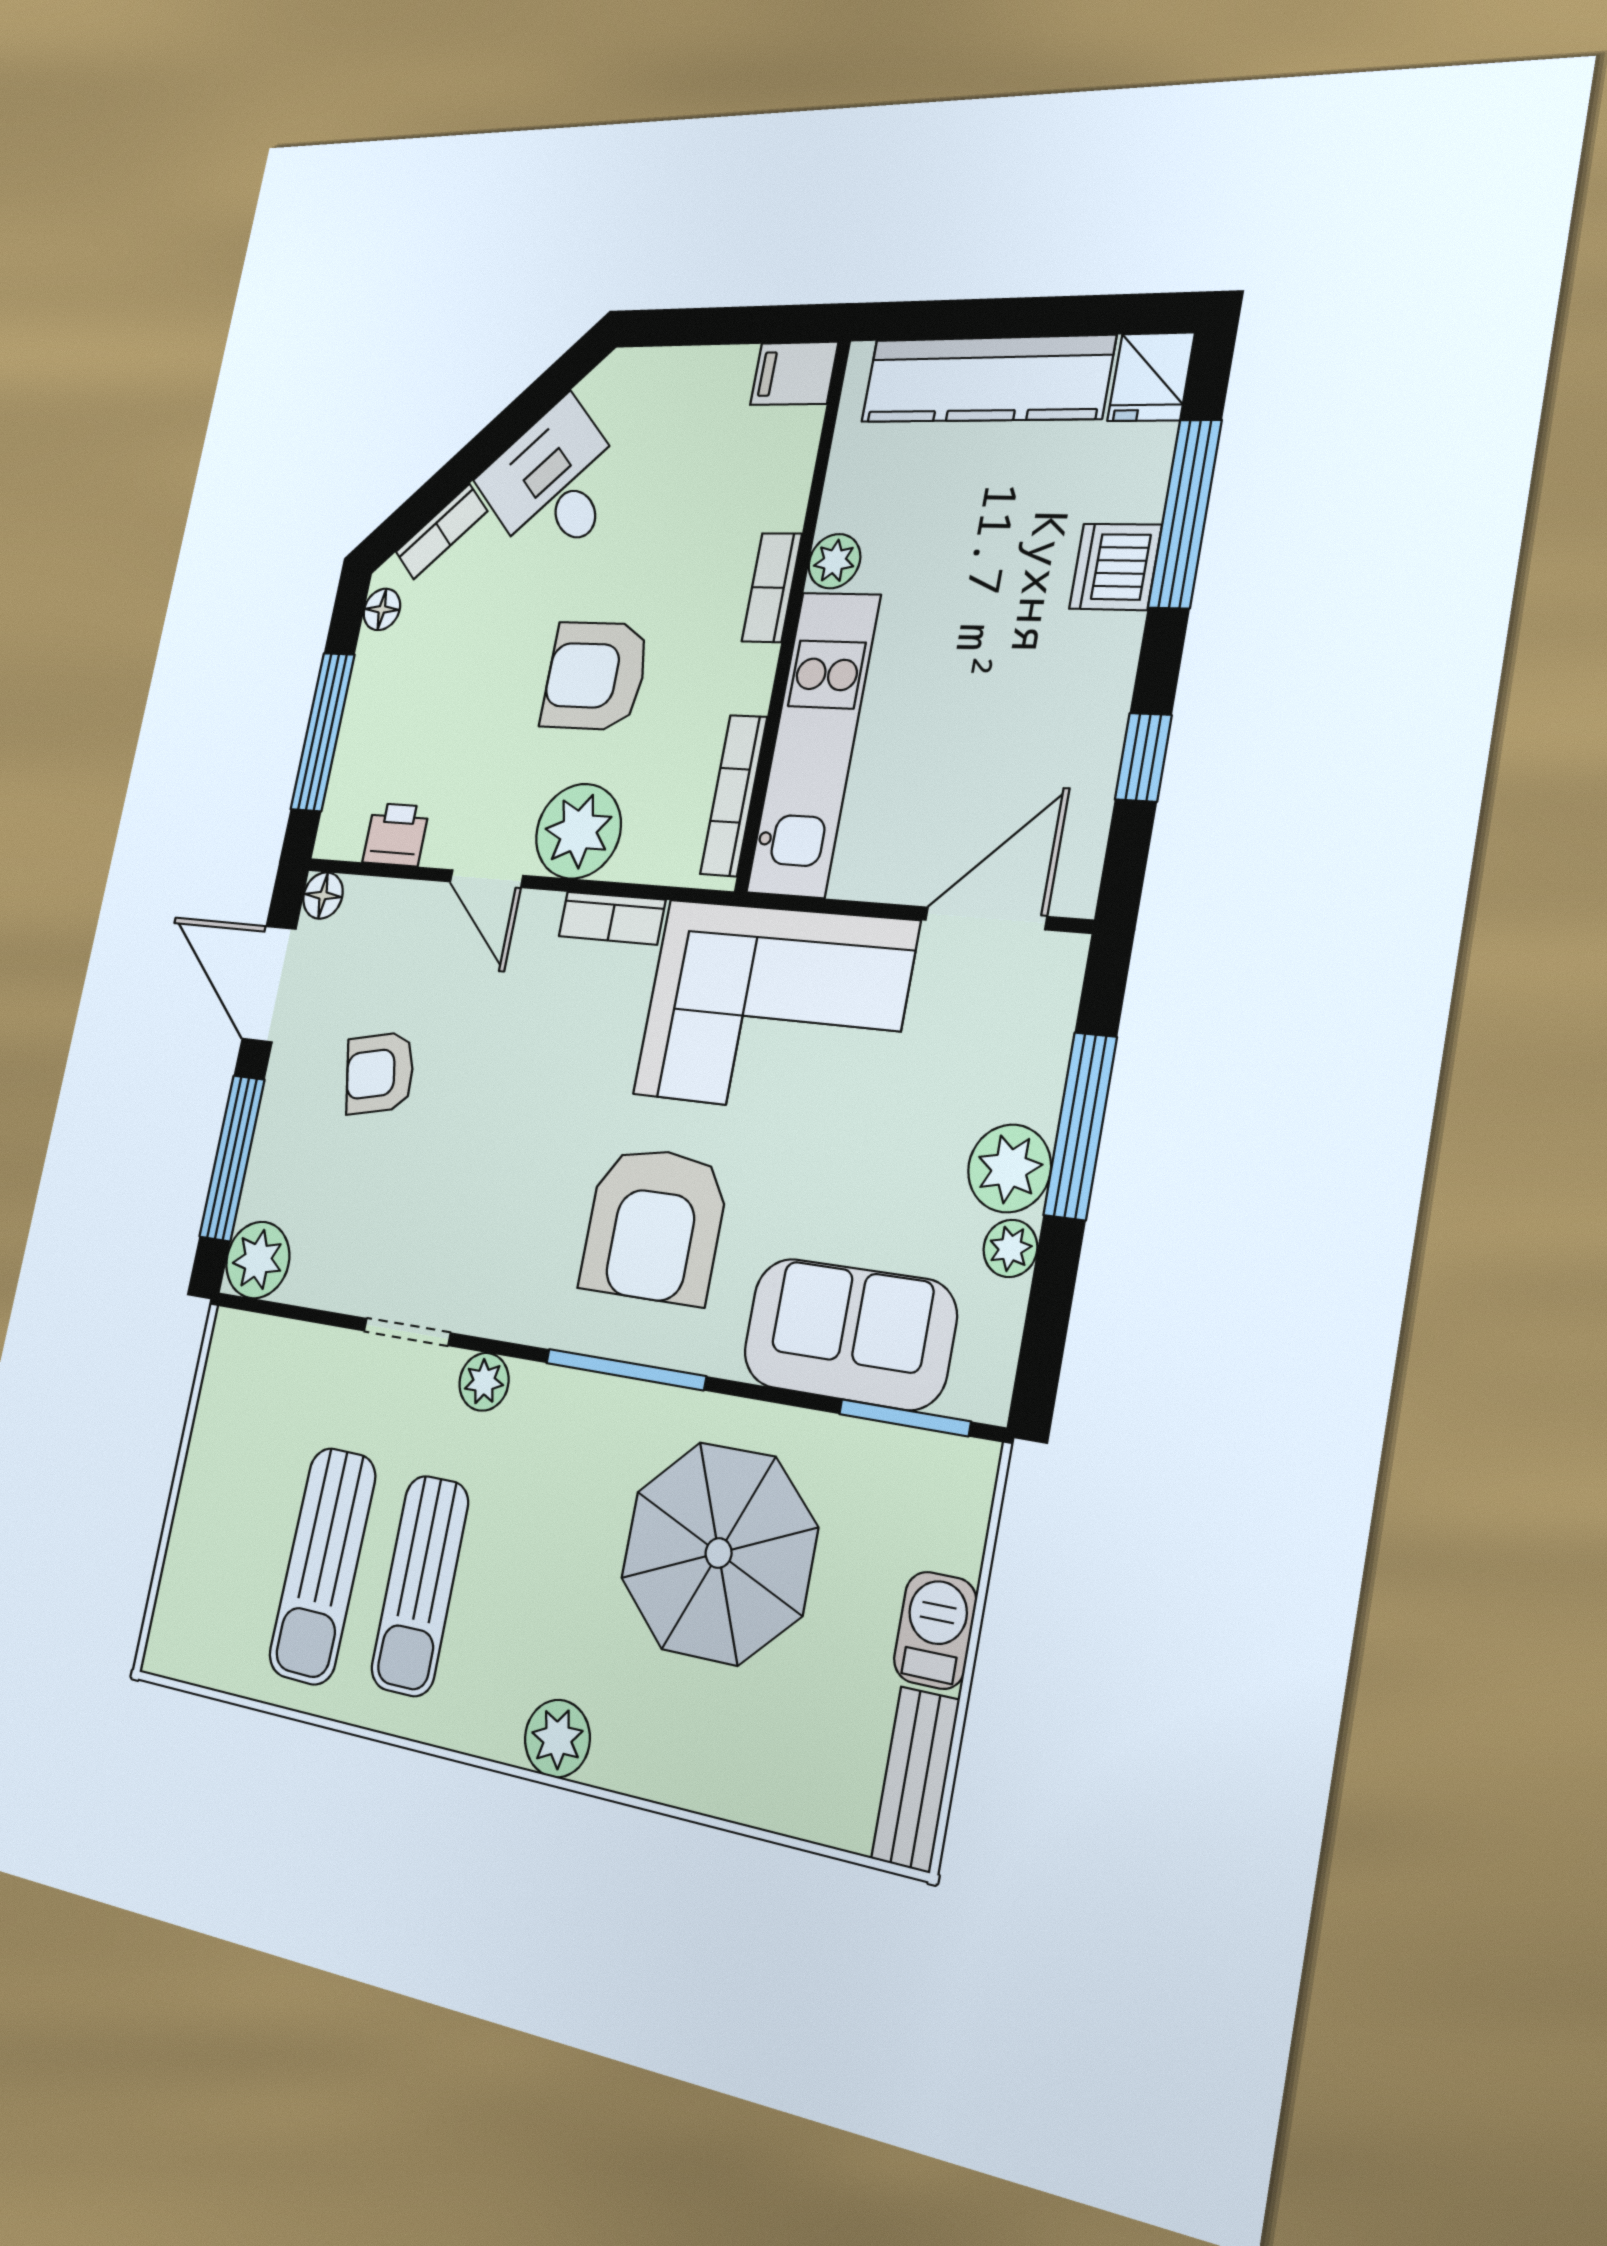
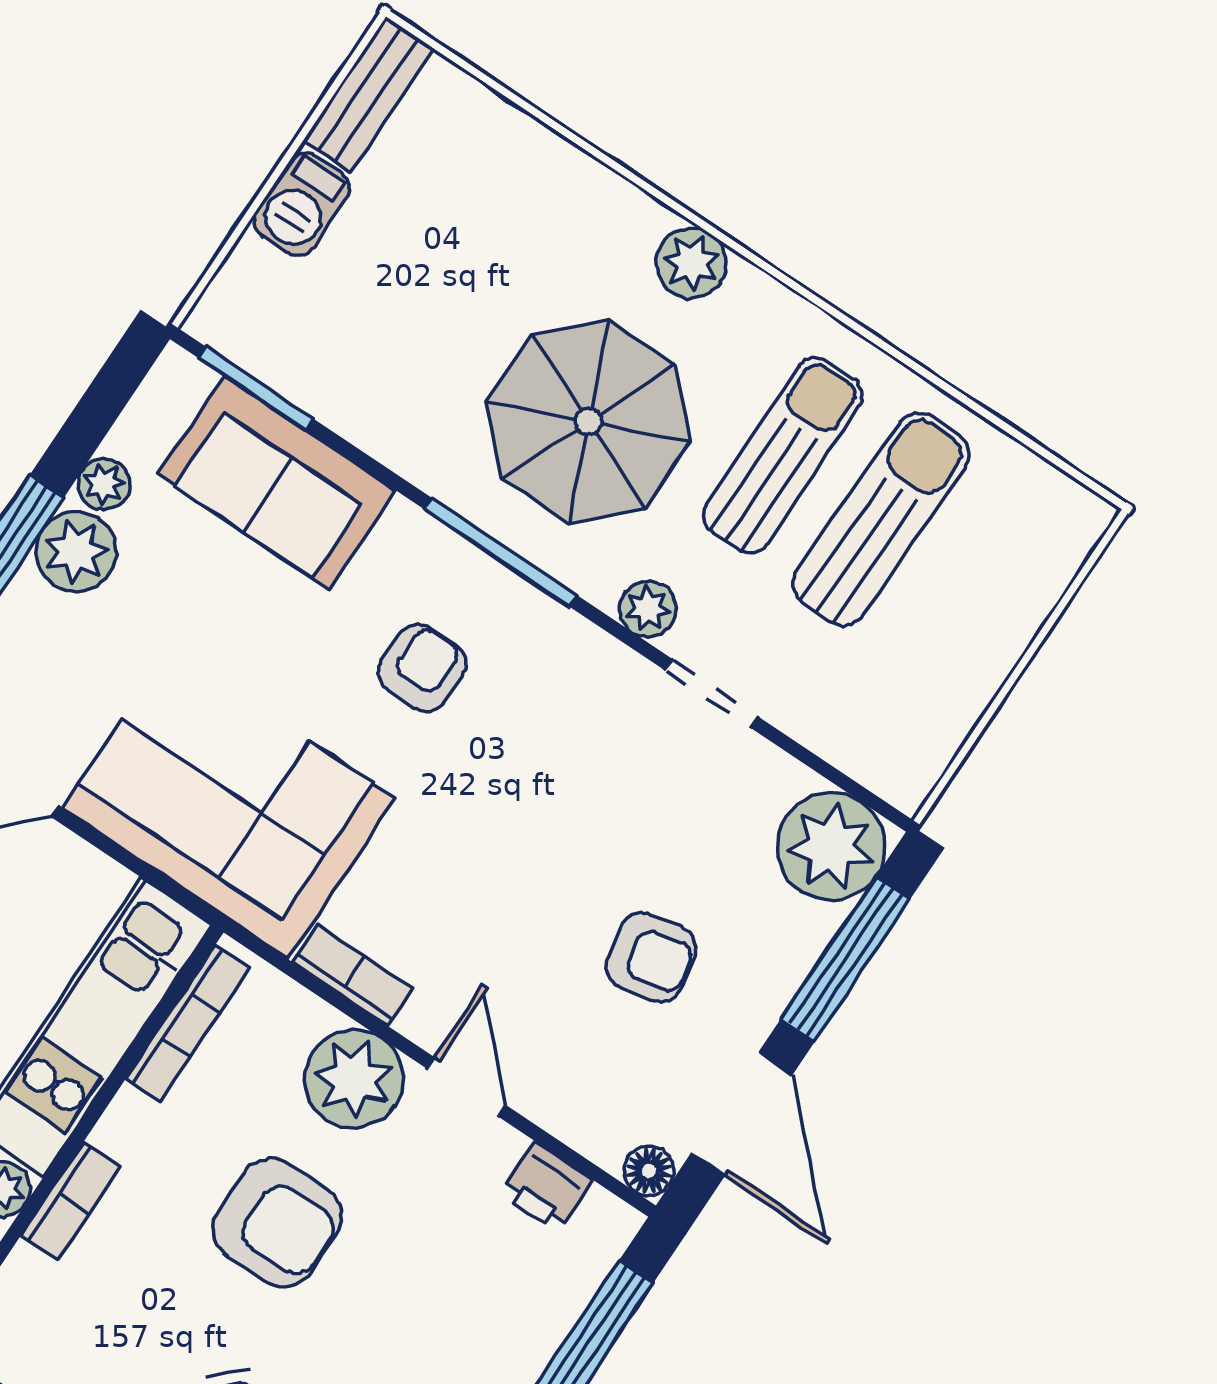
armchair: (654, 1225) -> (422, 668), width x0.53, depth x0.53
plant: (258, 1260) -> (831, 847), width x1.36, depth x1.36
parasol: (719, 1553) -> (589, 422), moved

